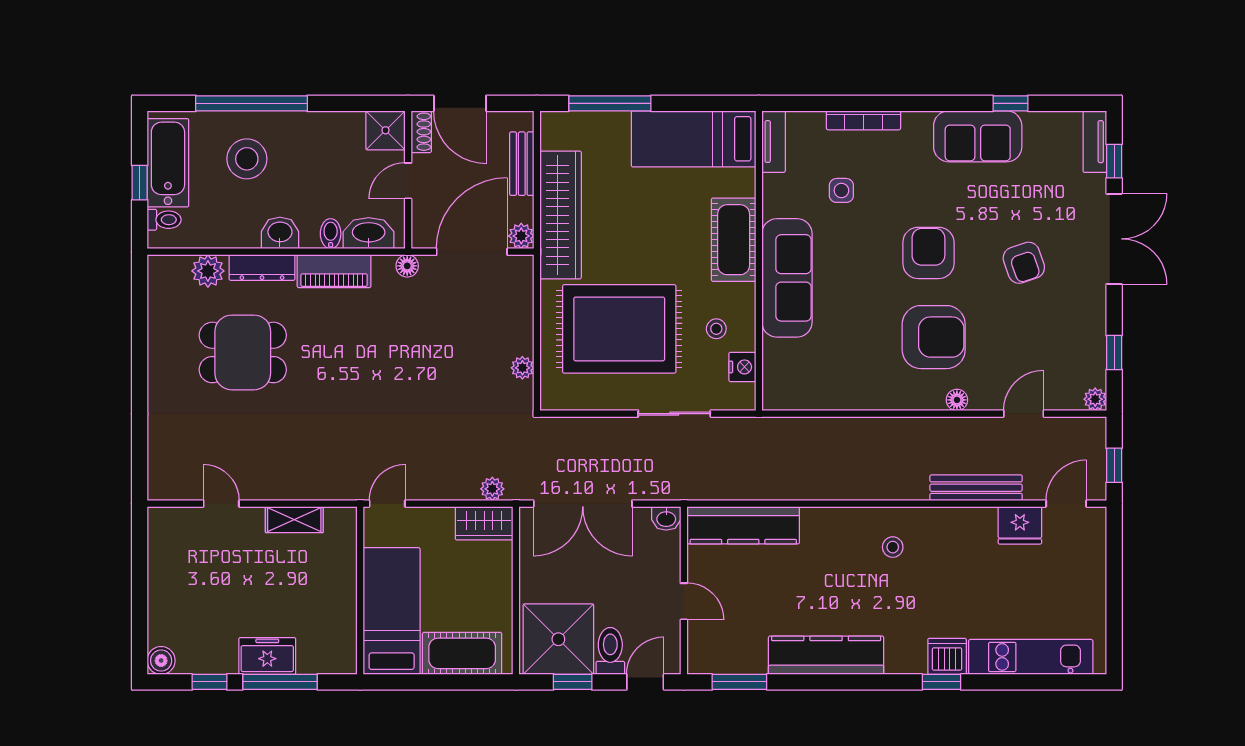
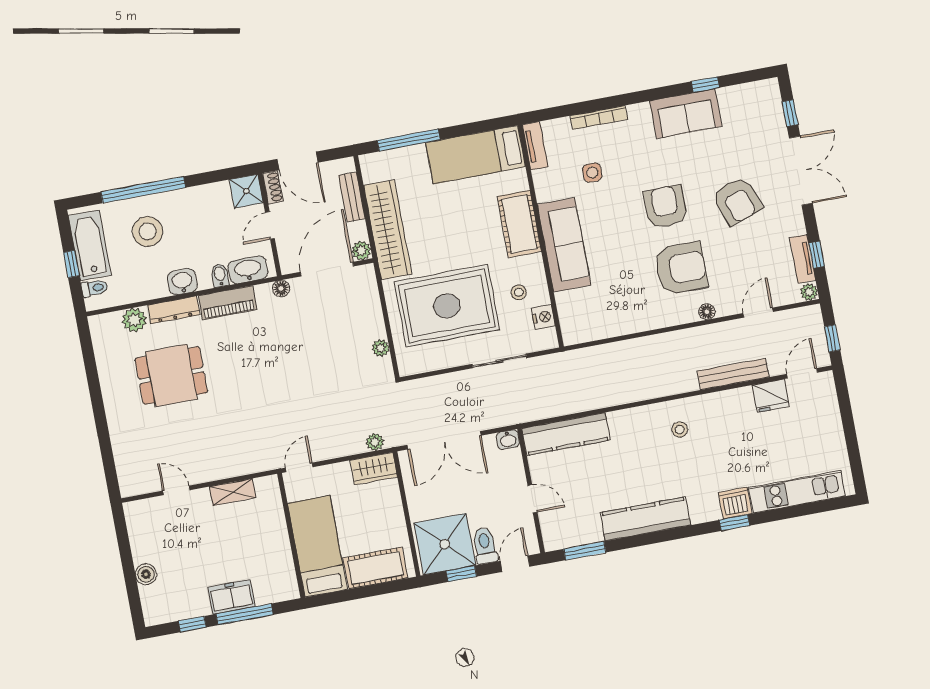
tv unit: (1095, 142) -> (803, 259), moved
armchair: (1024, 263) -> (737, 201), width x1.38, depth x1.38
boiler: (161, 661) -> (146, 574), moved

